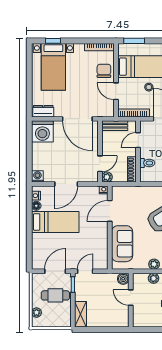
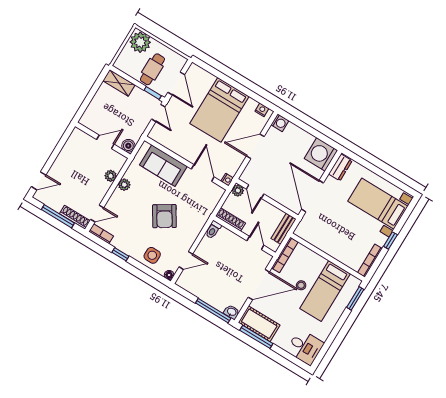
window: (53, 41) -> (390, 241), moved
chair: (104, 71) -> (344, 251), removed
door: (116, 91) -> (317, 250), removed
door: (77, 119) -> (313, 196), hinge flipped
toilet: (147, 163) -> (213, 230), moved
door: (66, 184) -> (255, 146), hinge flipped
floor lamp: (36, 206) -> (252, 104), removed
bed: (55, 222) -> (219, 110), width x1.50
plant: (37, 313) -> (140, 42), width x1.87, depth x1.87

